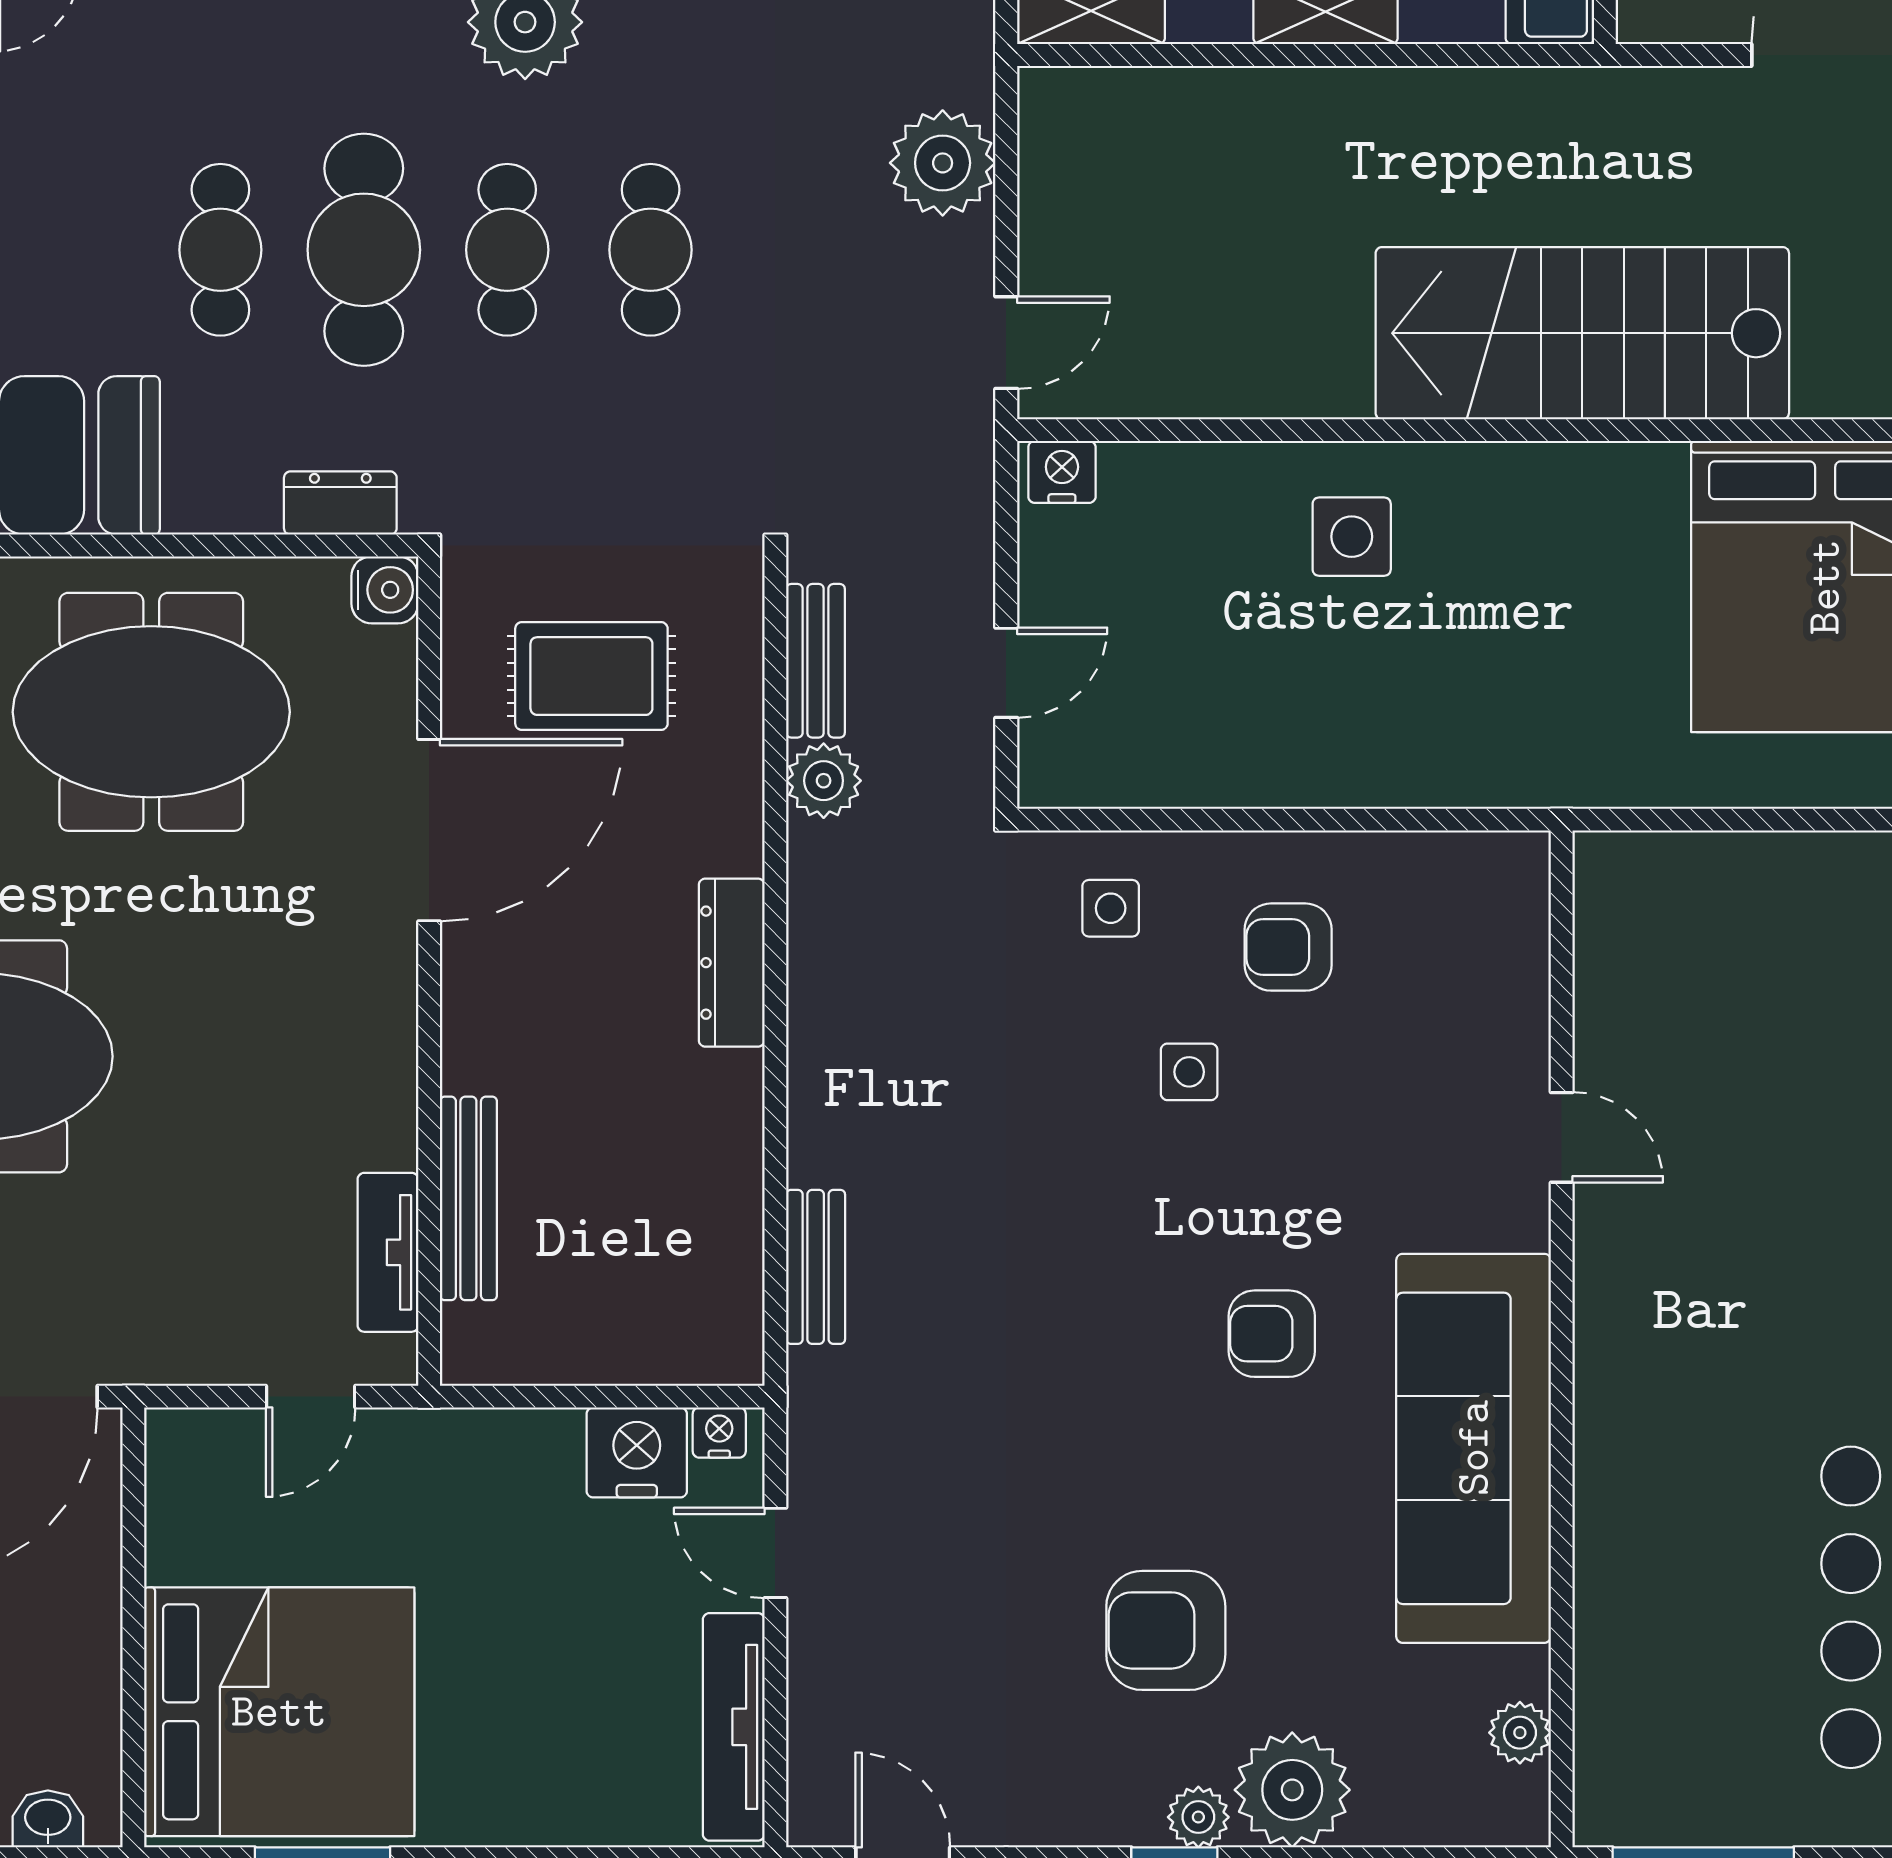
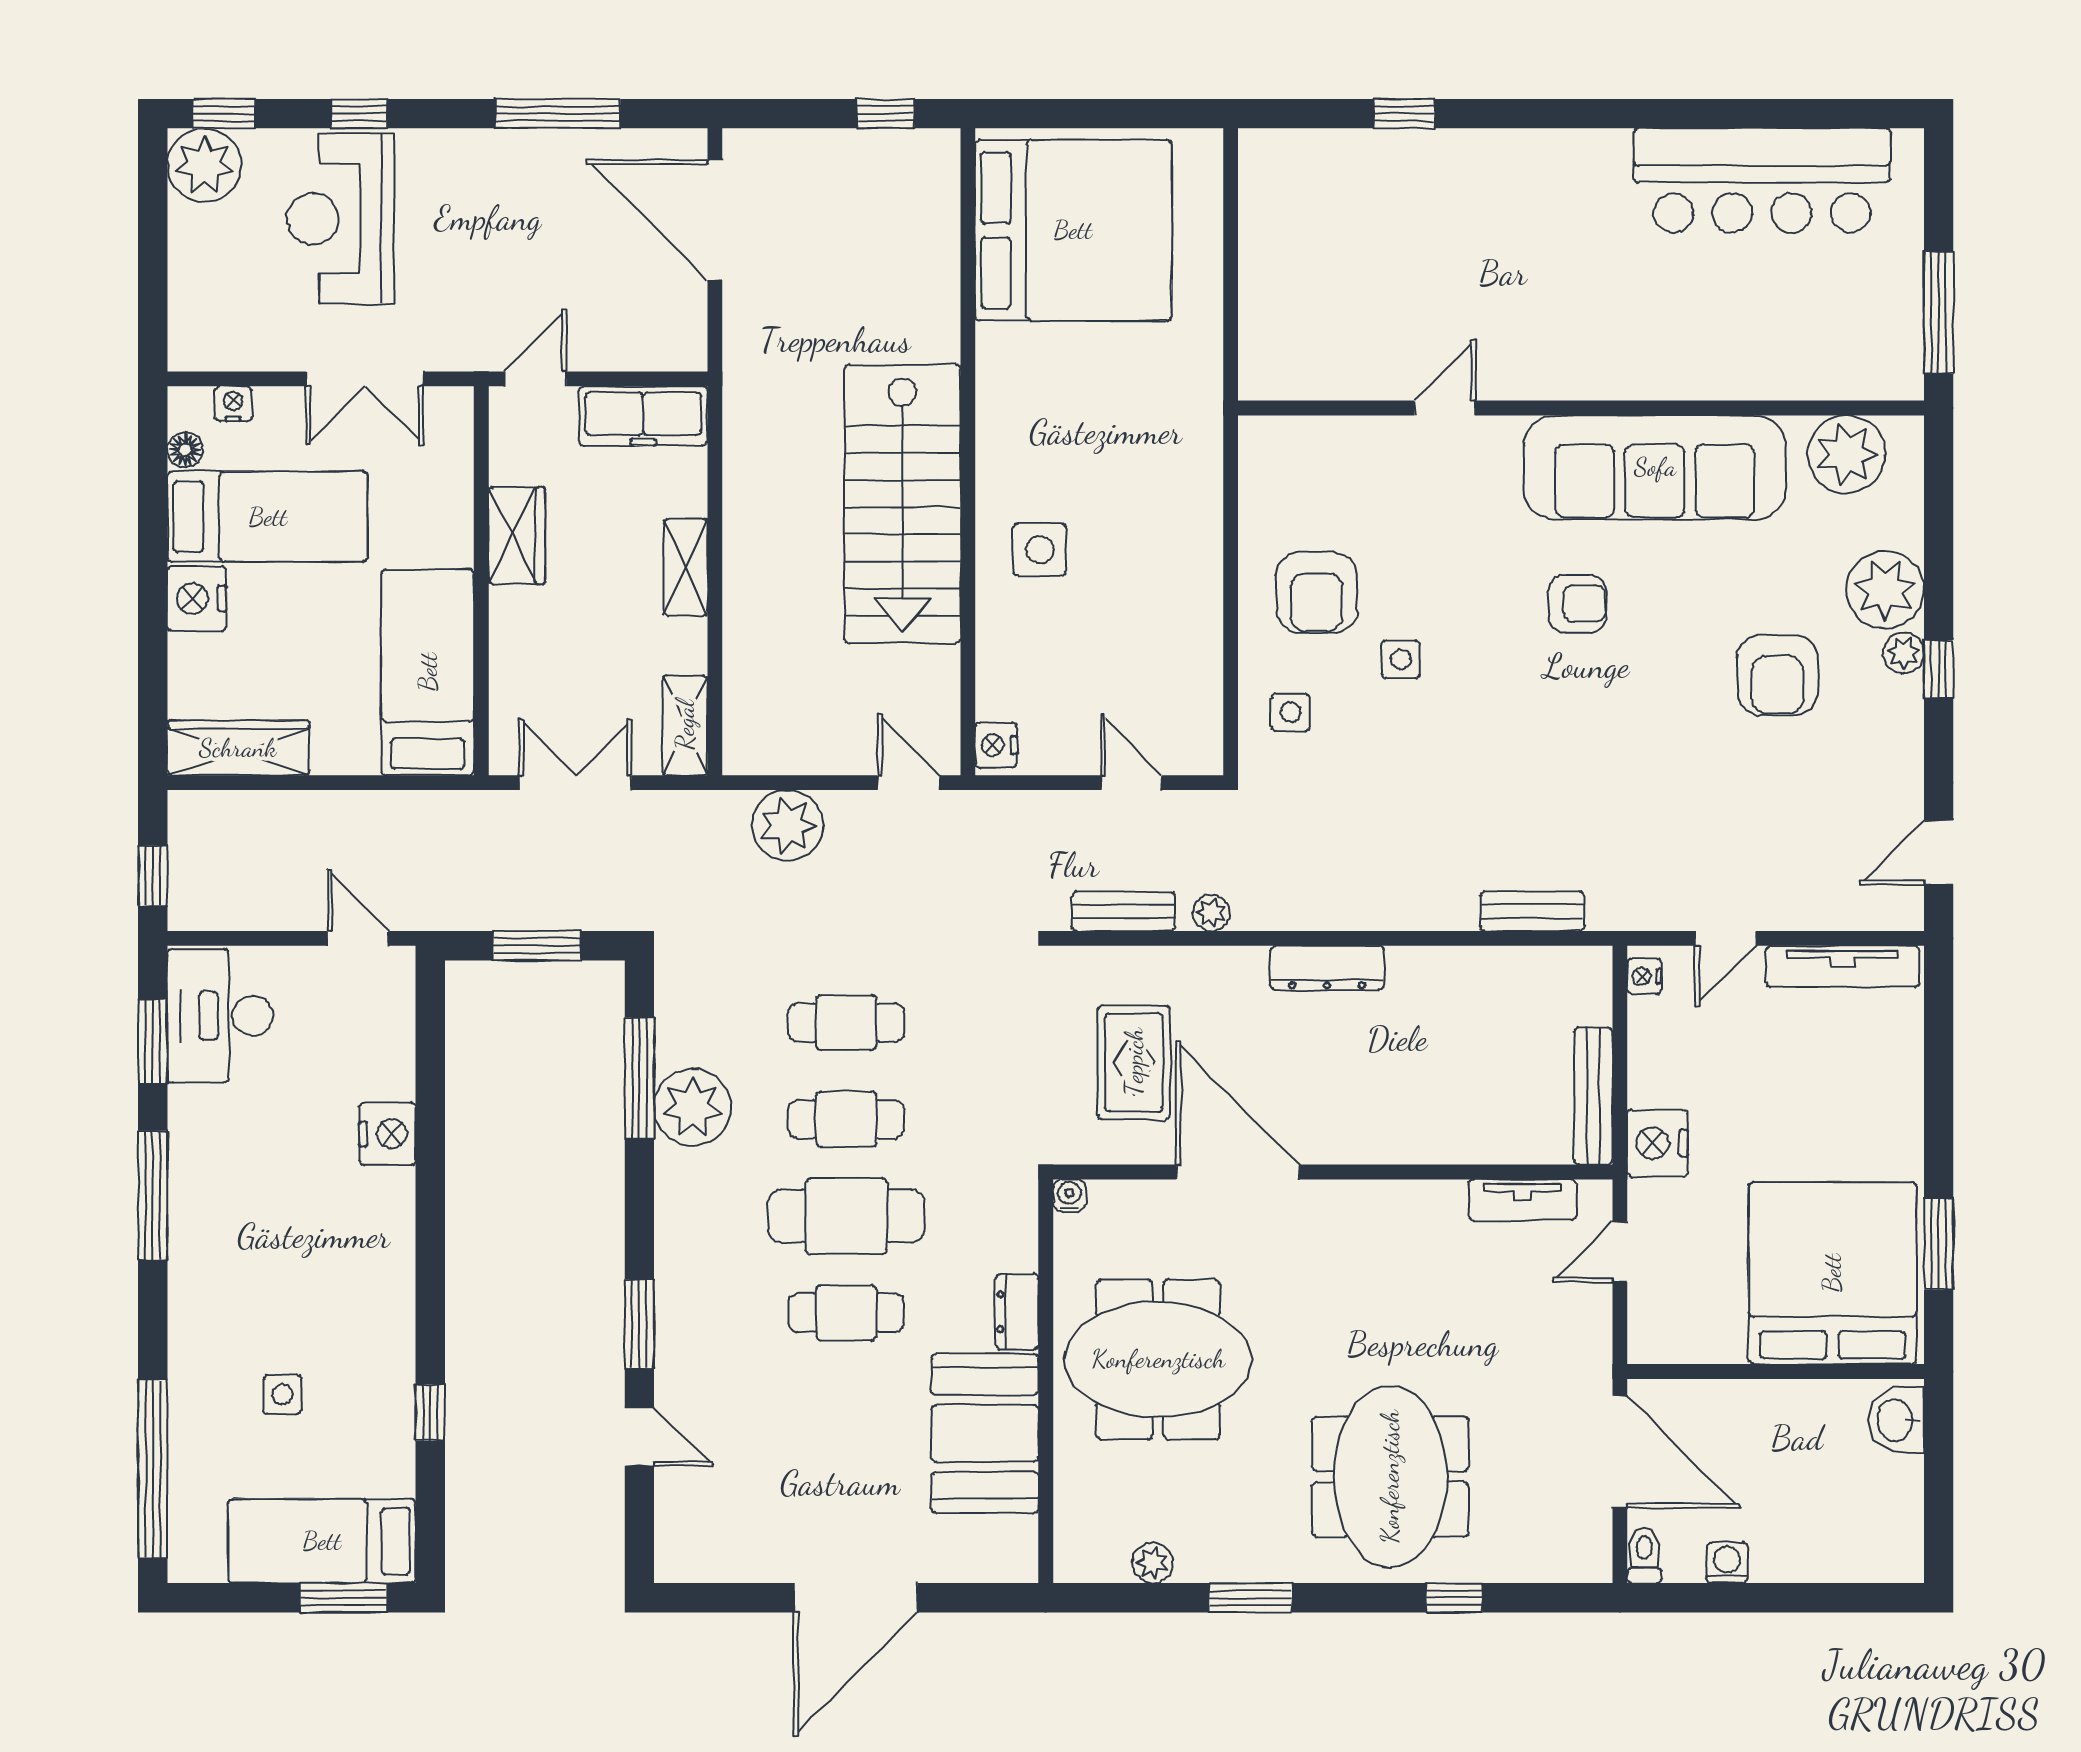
stairs: (1582, 333) -> (902, 504), moved
dresser: (340, 503) -> (1017, 1312), moved
water cooler: (385, 590) -> (1069, 1196), width x0.72, depth x0.72
meeting table: (151, 712) -> (1158, 1359), turned 90
plant: (824, 781) -> (1211, 913), width x0.73, depth x0.73
armchair: (1288, 947) -> (1317, 593), width x1.38, depth x1.38
bench: (468, 1198) -> (1593, 1096), moved, turned 90
armchair: (1272, 1334) -> (1577, 604), turned -90
door: (311, 1397) -> (1620, 1252), swing flipped
nightstand: (637, 1452) -> (1658, 1143), moved
plant: (1520, 1733) -> (1847, 454), width x1.87, depth x1.87
washbasin: (48, 1819) -> (1896, 1420), width x1.38, depth x1.45

